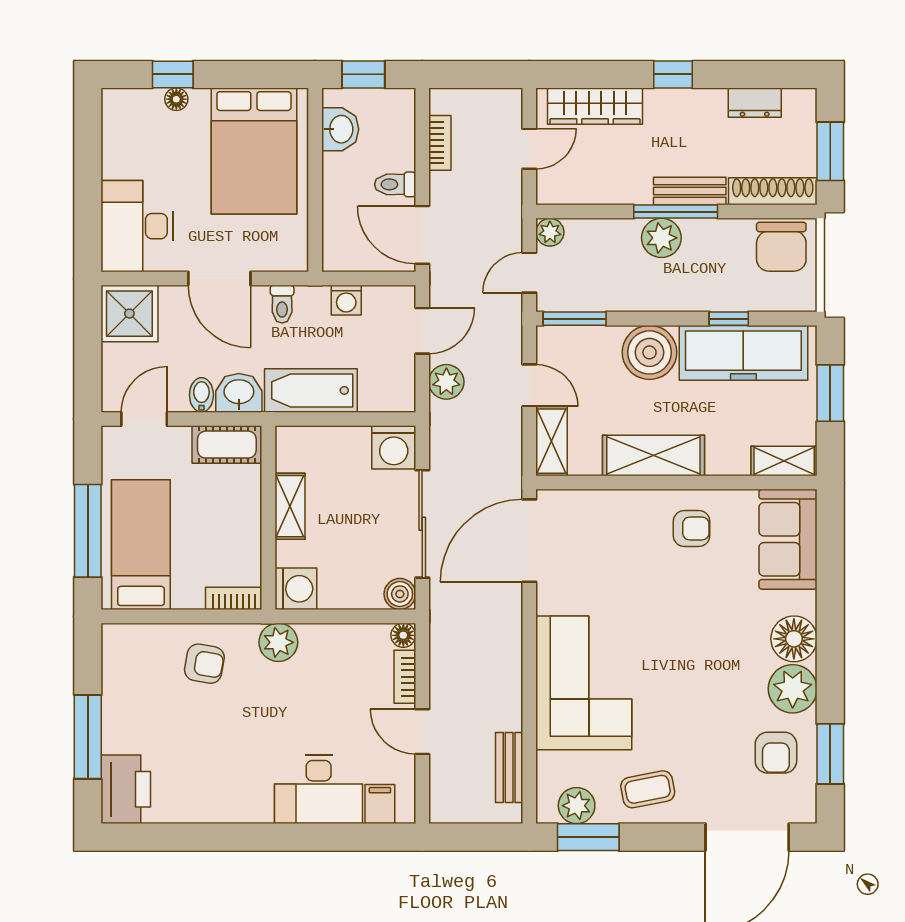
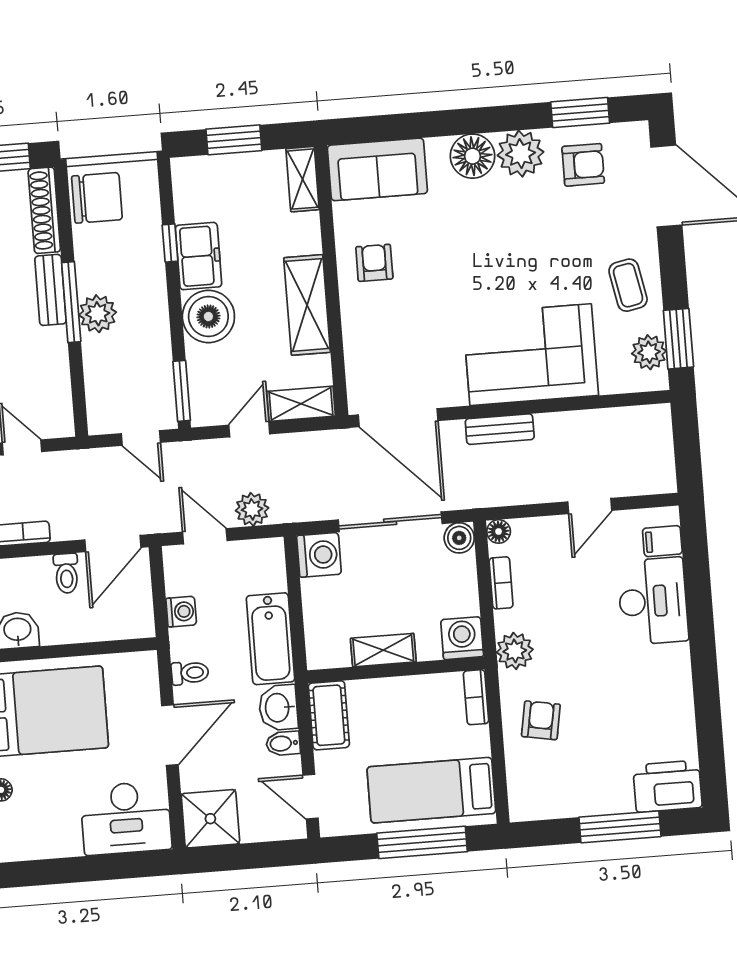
plant: (550, 232) -> (101, 421), removed
freezer: (743, 353) -> (199, 256), width x0.52, depth x0.79
bookcase: (405, 677) -> (501, 583), moved, turned -90
bench: (509, 767) -> (500, 429), moved

